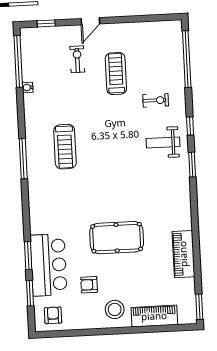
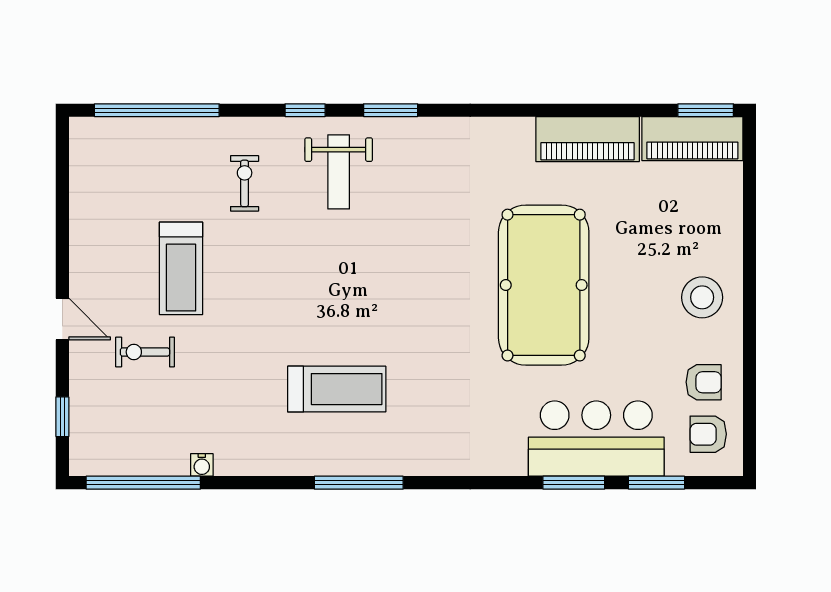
treadmill: (116, 74) -> (181, 268), turned -90
pool table: (117, 238) -> (544, 285), width x1.36, depth x1.32
armchair: (89, 285) -> (704, 382), moved, turned -90
piano: (154, 316) -> (692, 139), moved, turned -90

